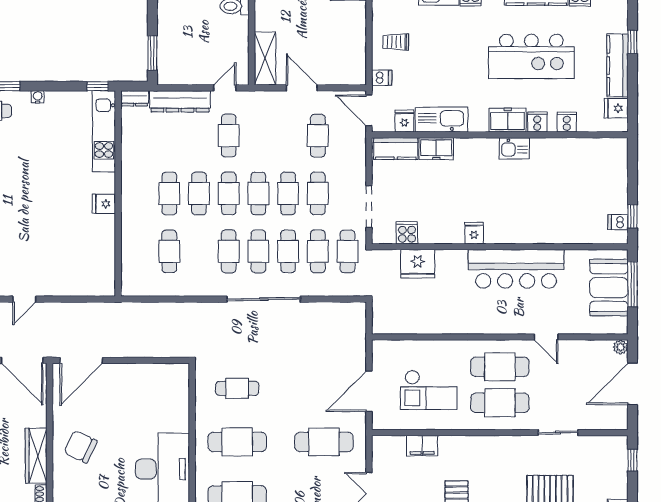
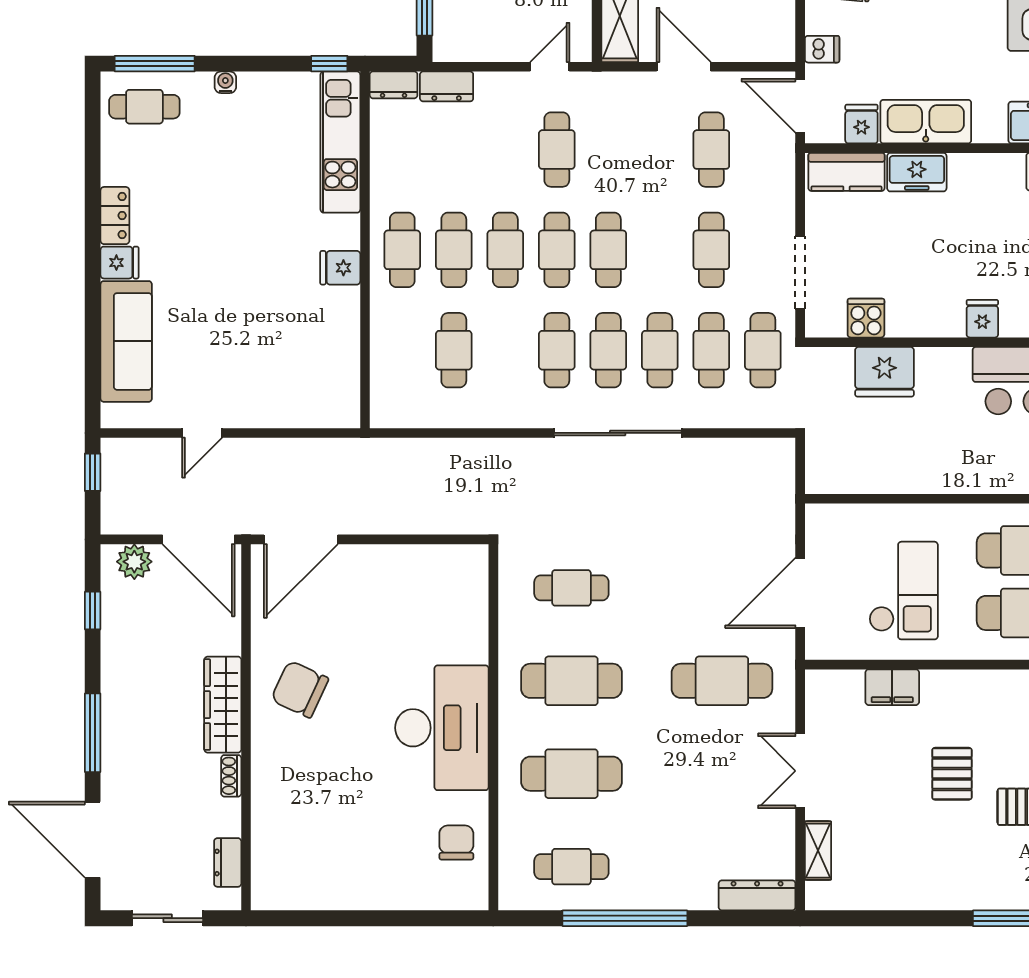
dresser: (180, 101) -> (447, 86), width x0.51, depth x0.80
cafe table: (288, 193) -> (402, 250), moved
checkout: (429, 390) -> (904, 591), turned -90

